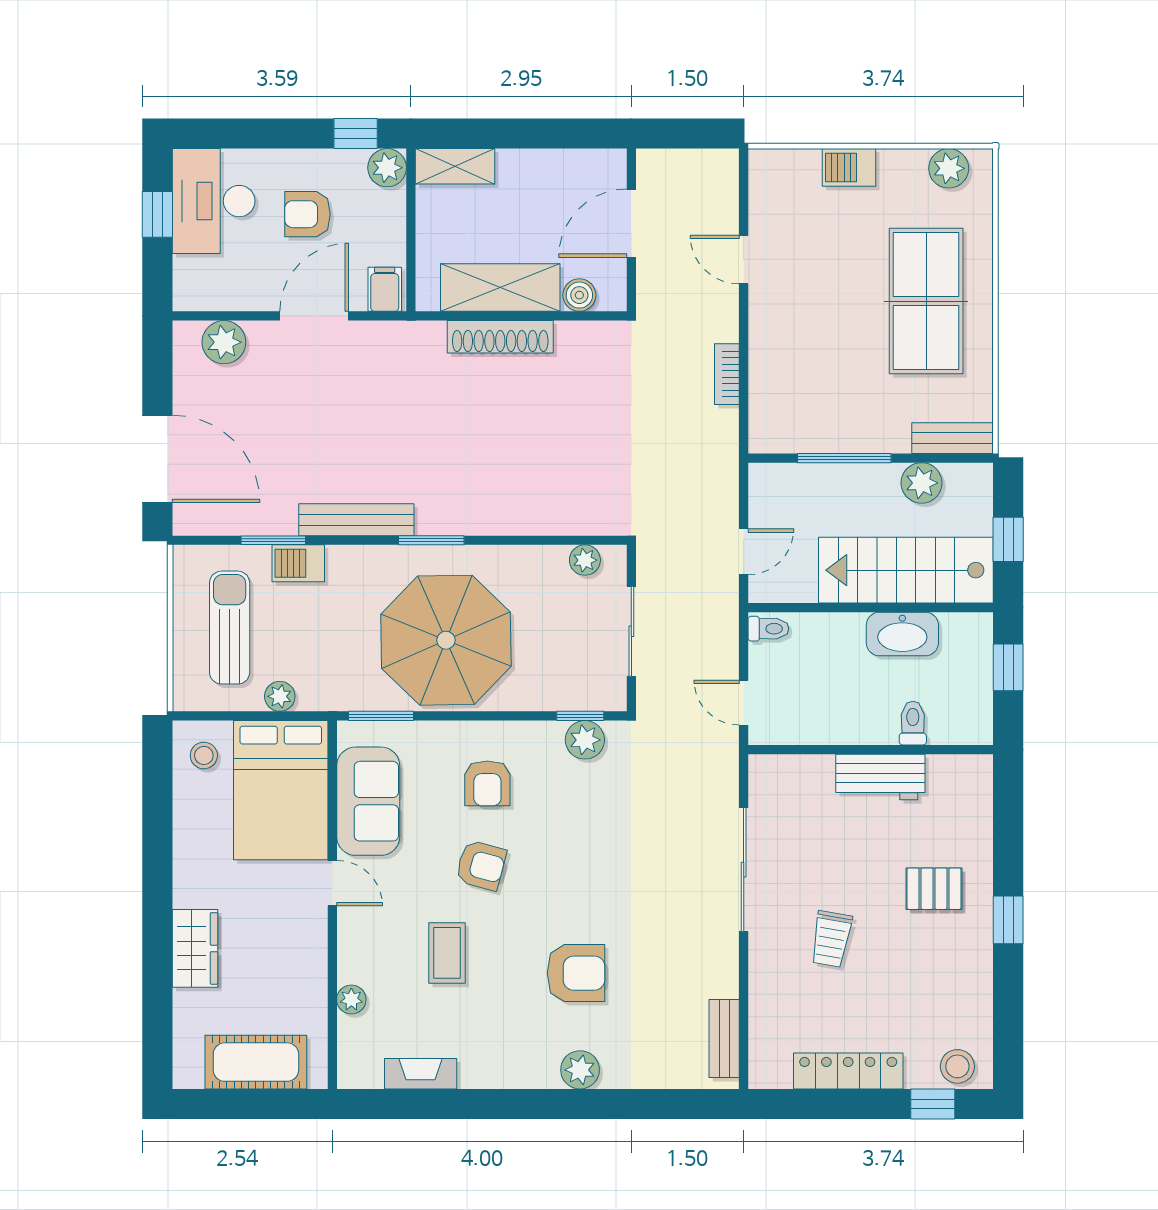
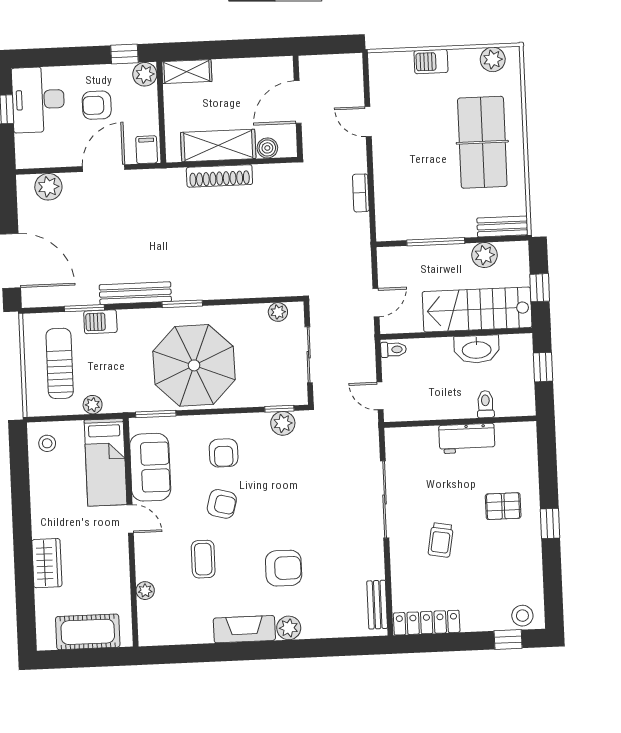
bed: (281, 790) -> (105, 462), width x0.67
locker: (848, 1071) -> (427, 623), moved
fireplace: (421, 1074) -> (244, 629), moved, width x1.37, depth x1.32

